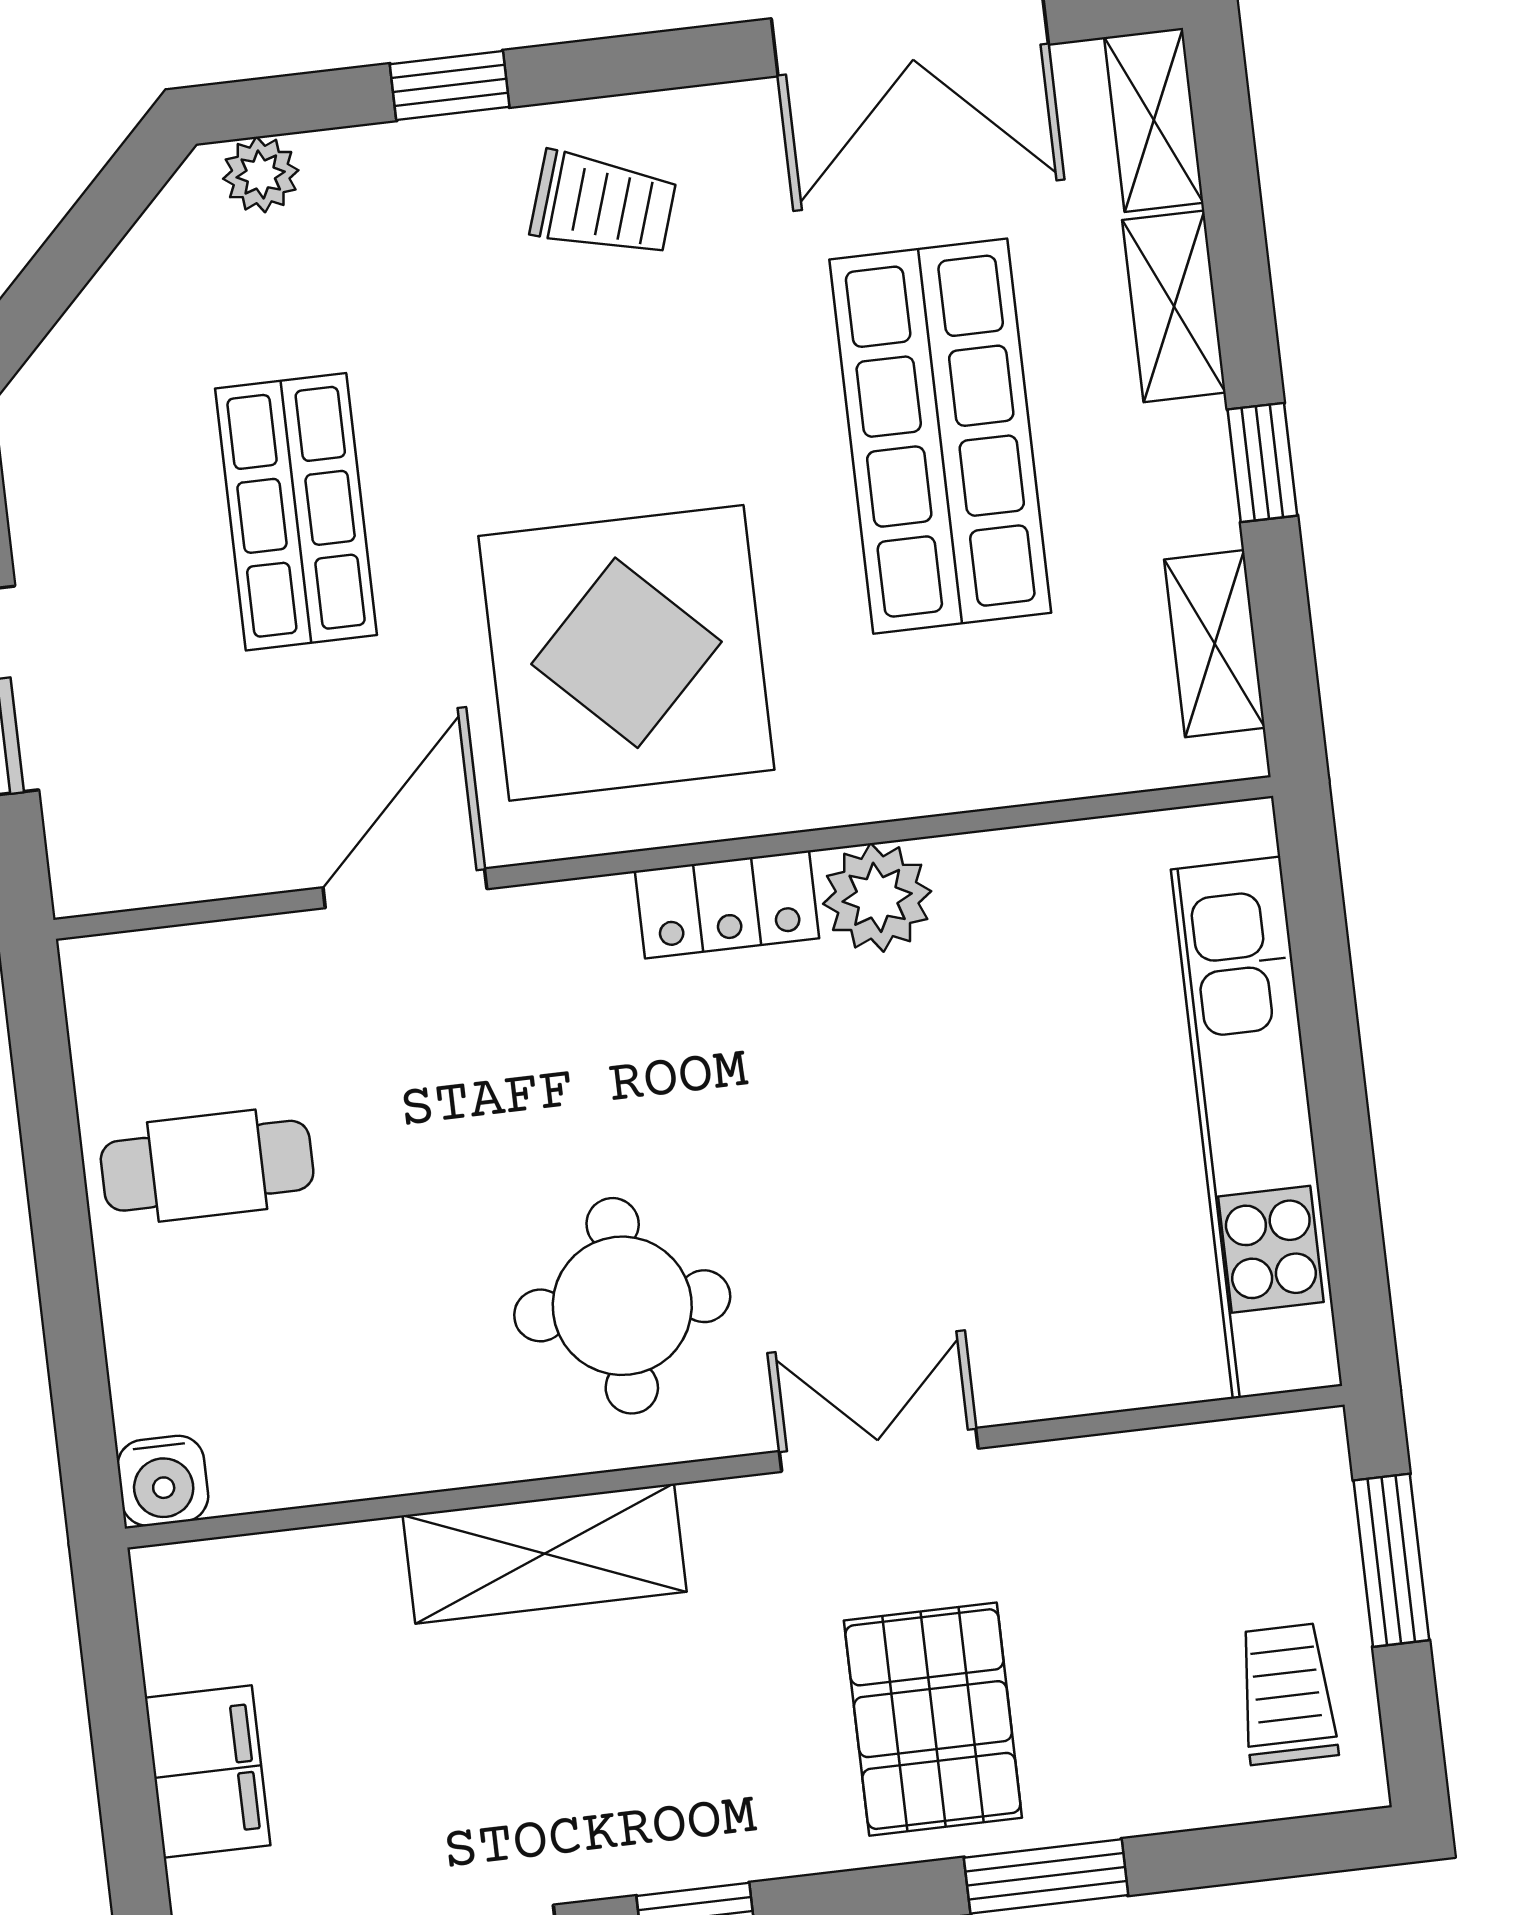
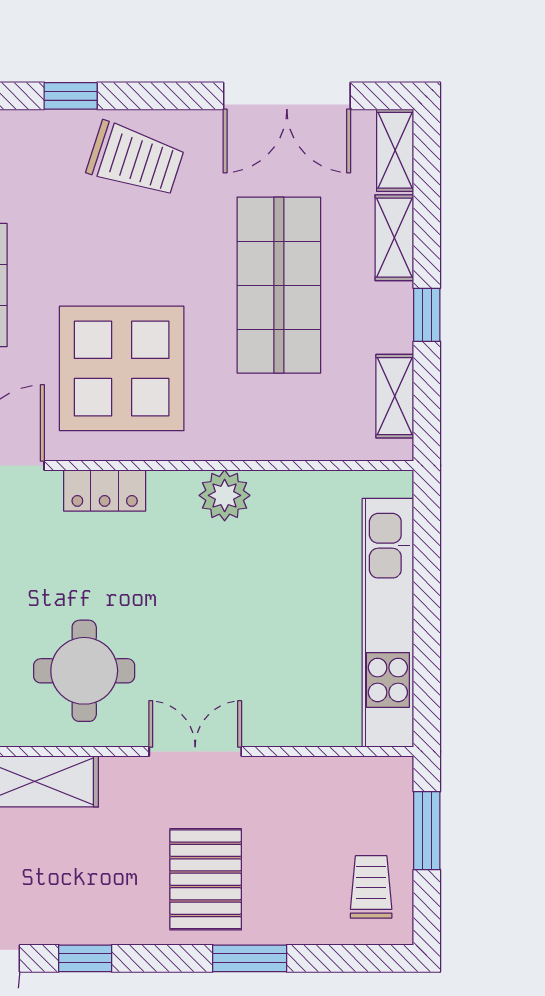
trolley: (603, 204) -> (135, 159), width x1.36, depth x1.39
locker: (727, 905) -> (105, 491), moved

